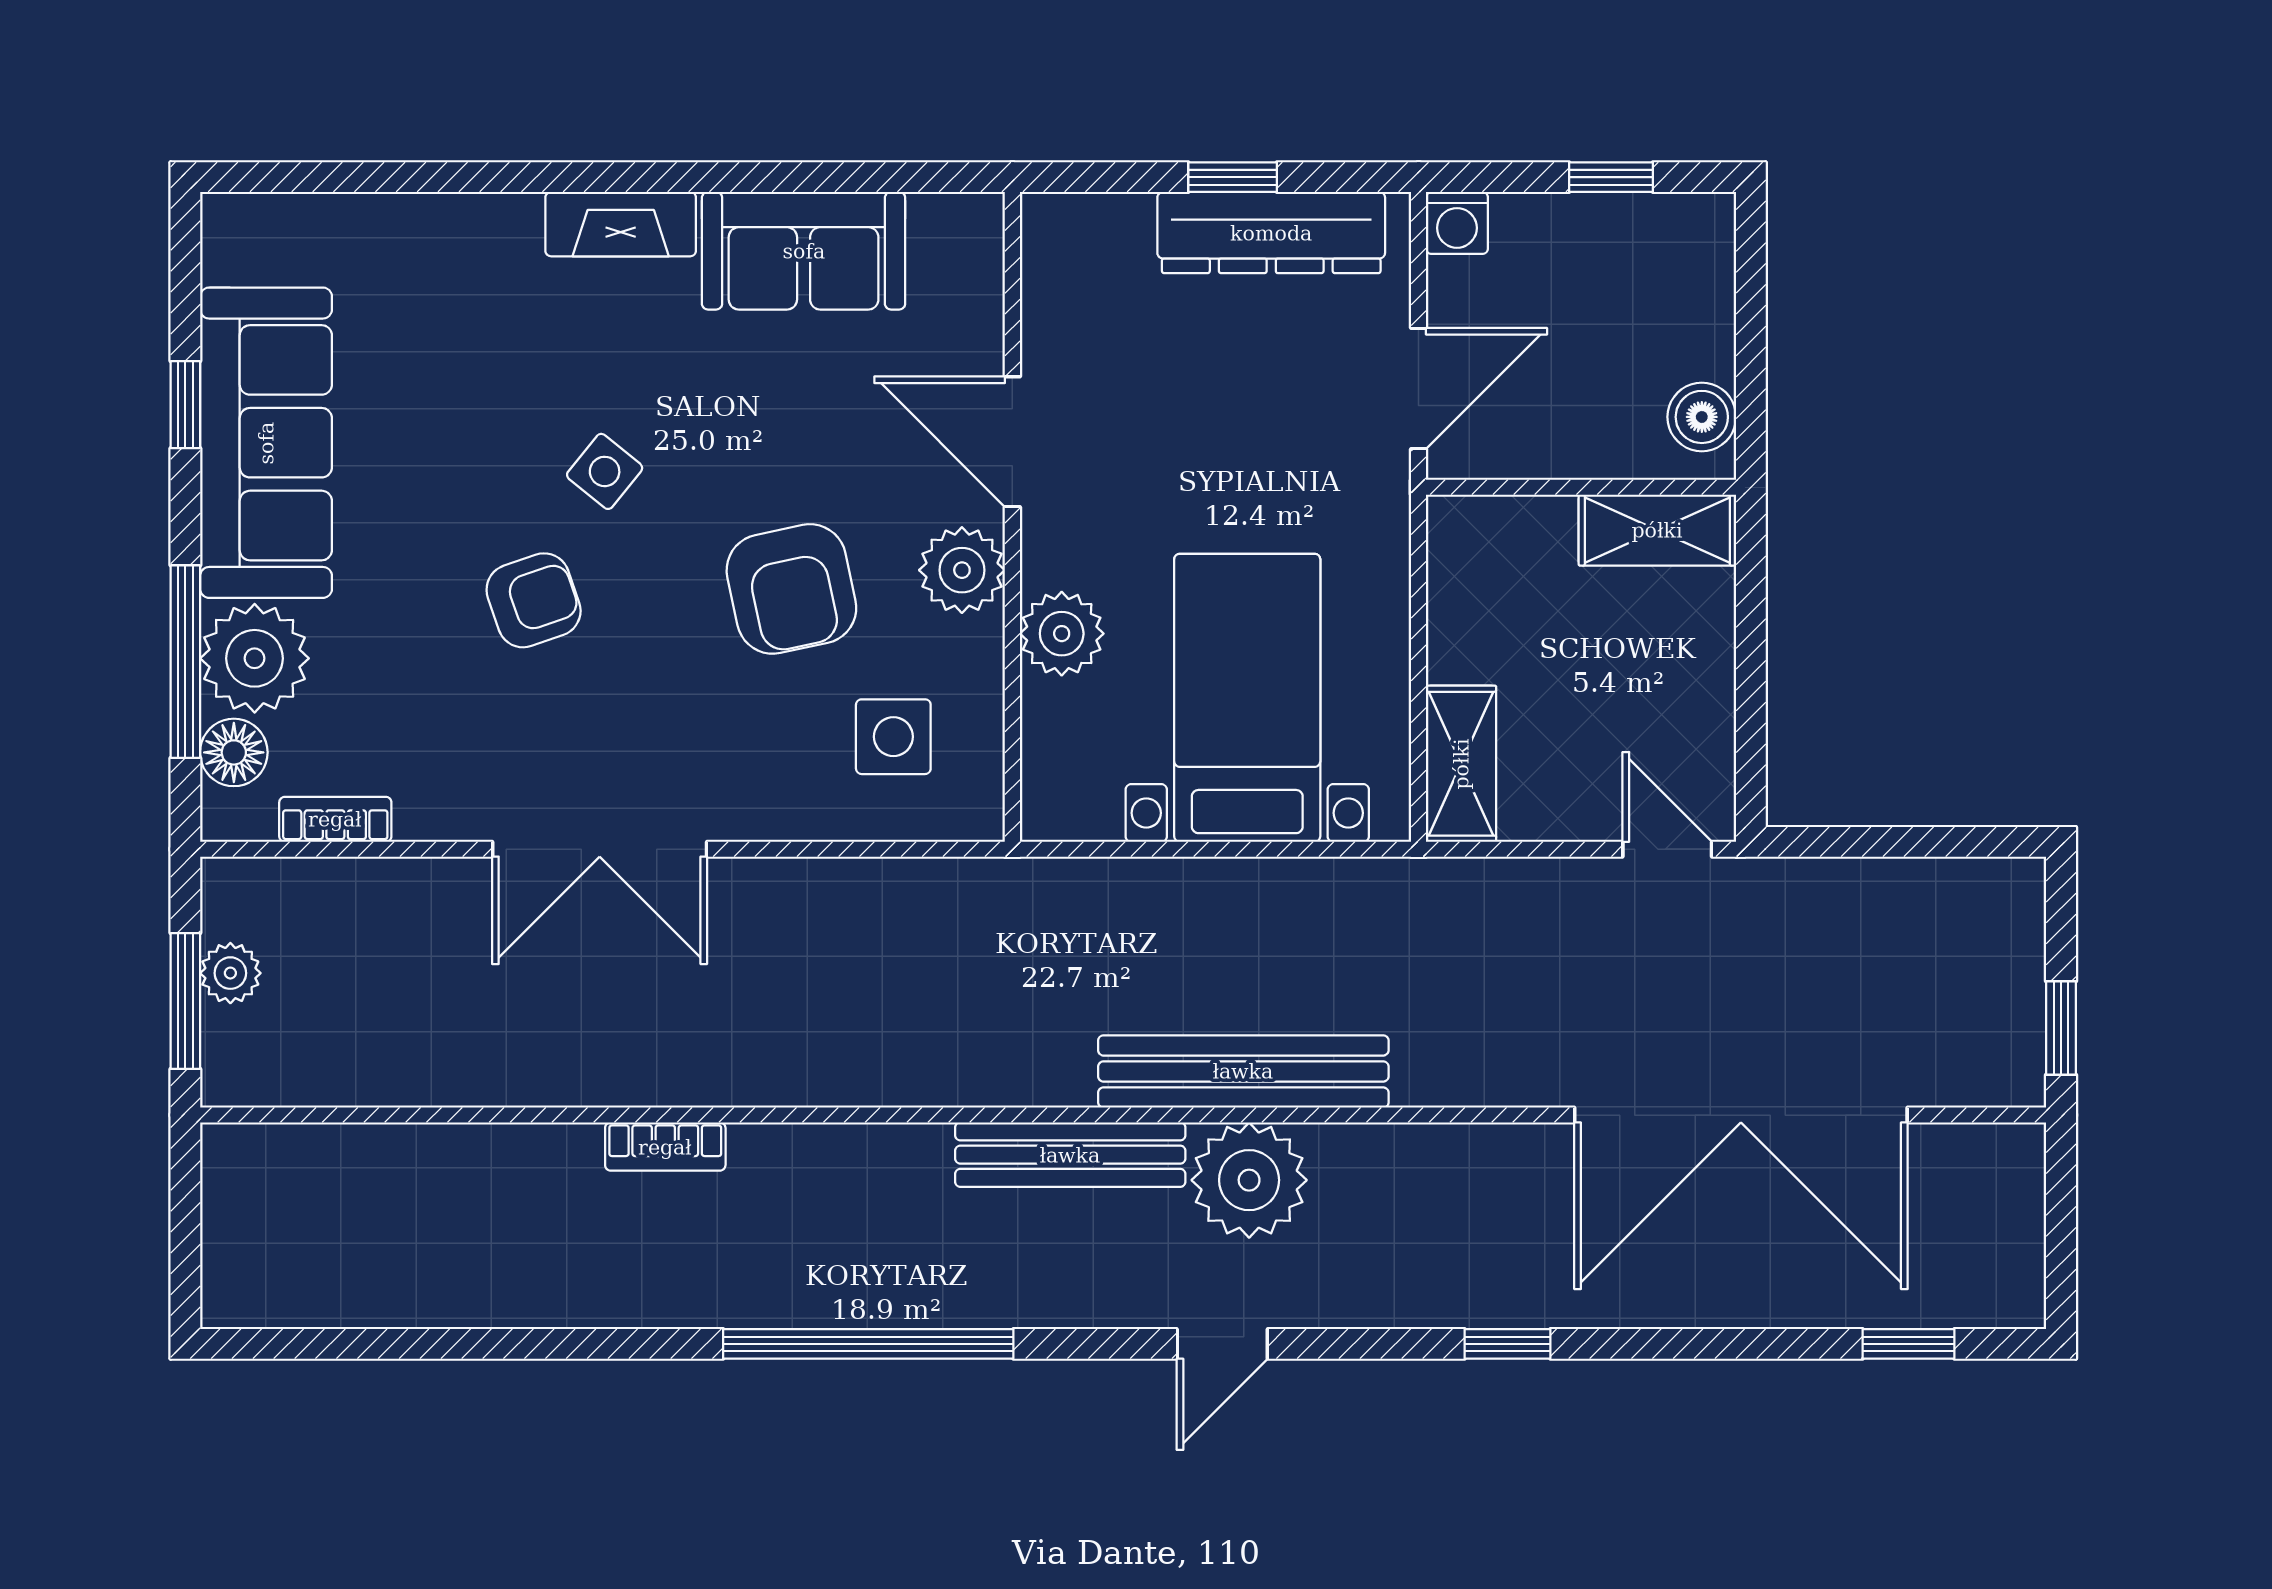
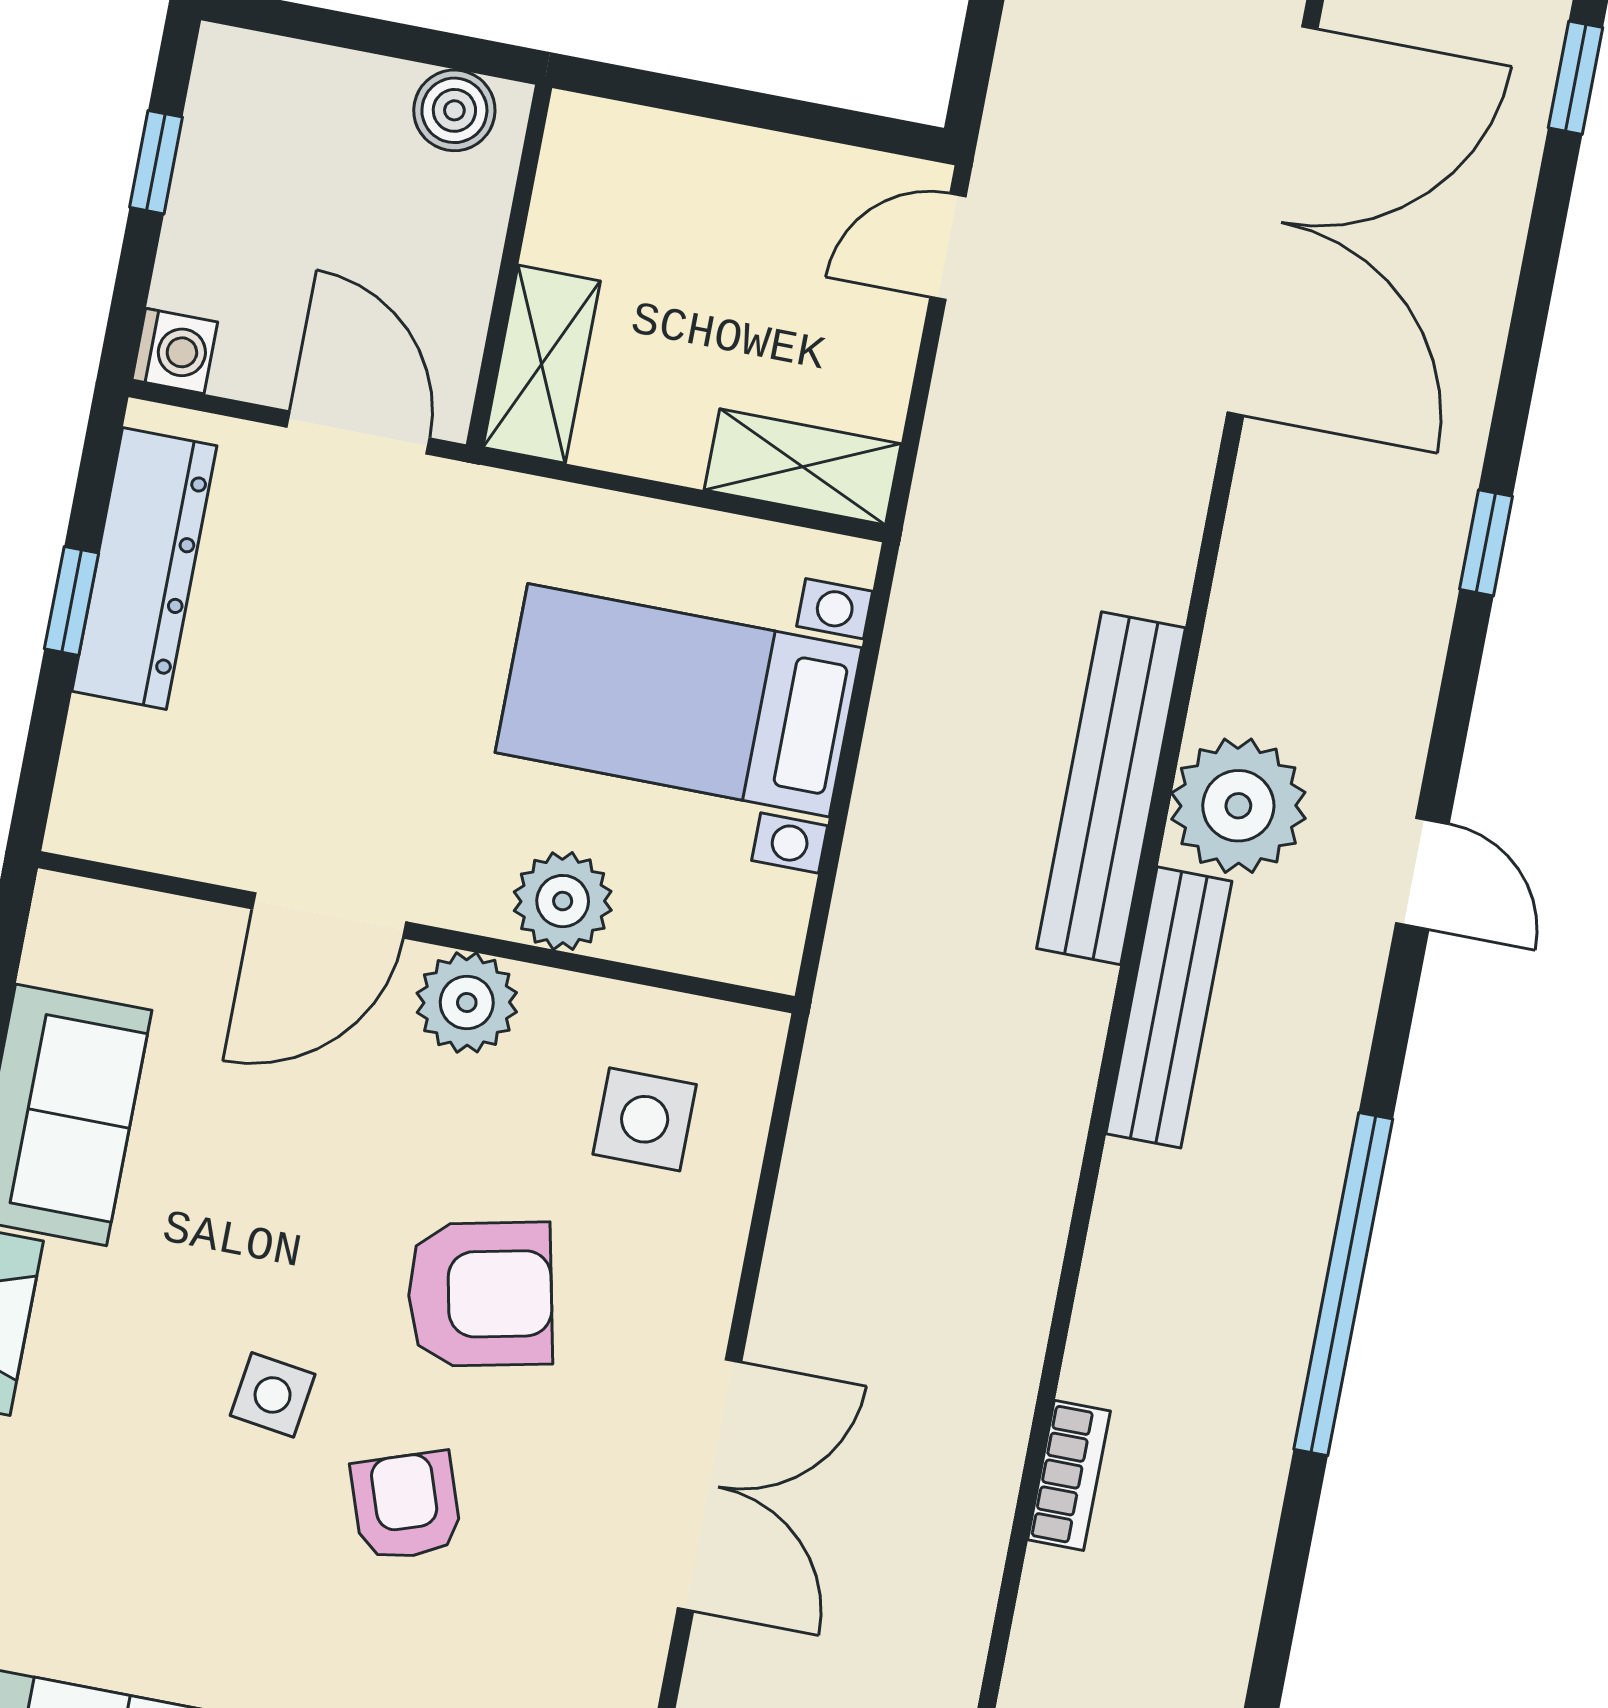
side table: (605, 471) -> (273, 1395), turned -31
shelving: (1657, 530) -> (542, 364), moved
armchair: (791, 589) -> (480, 1294), moved

